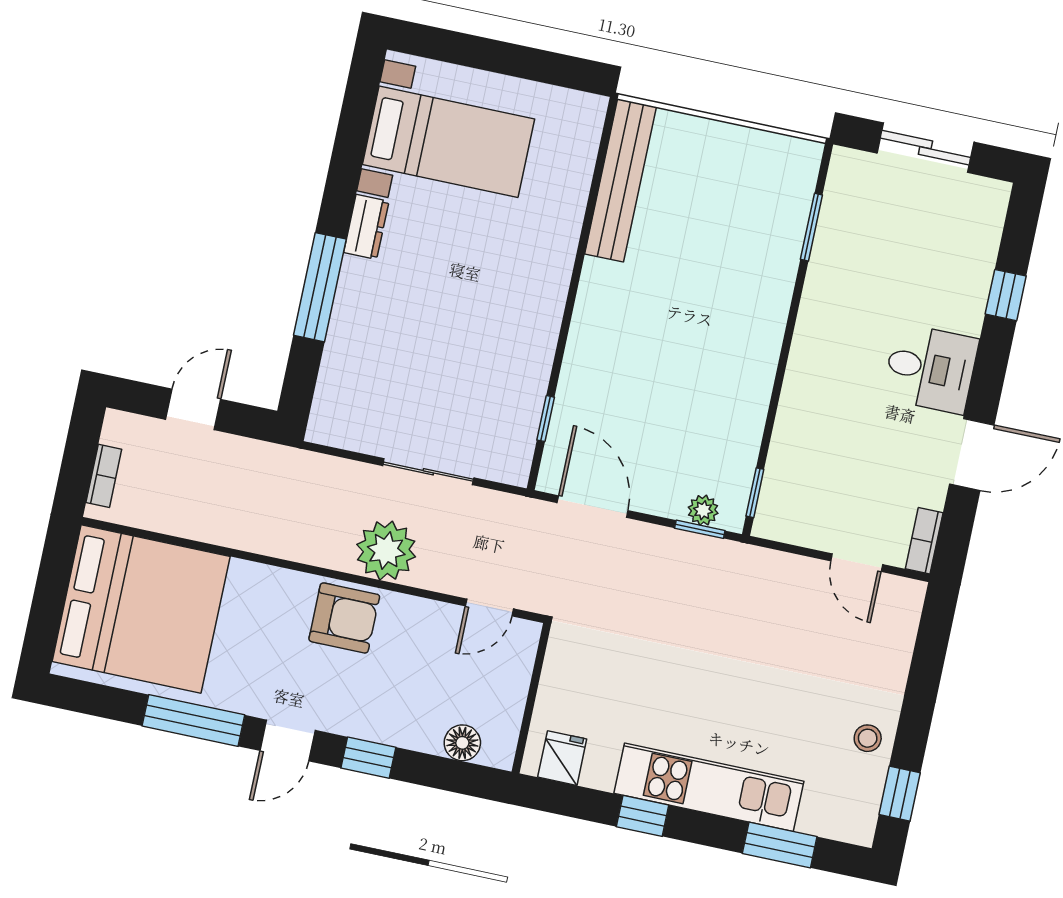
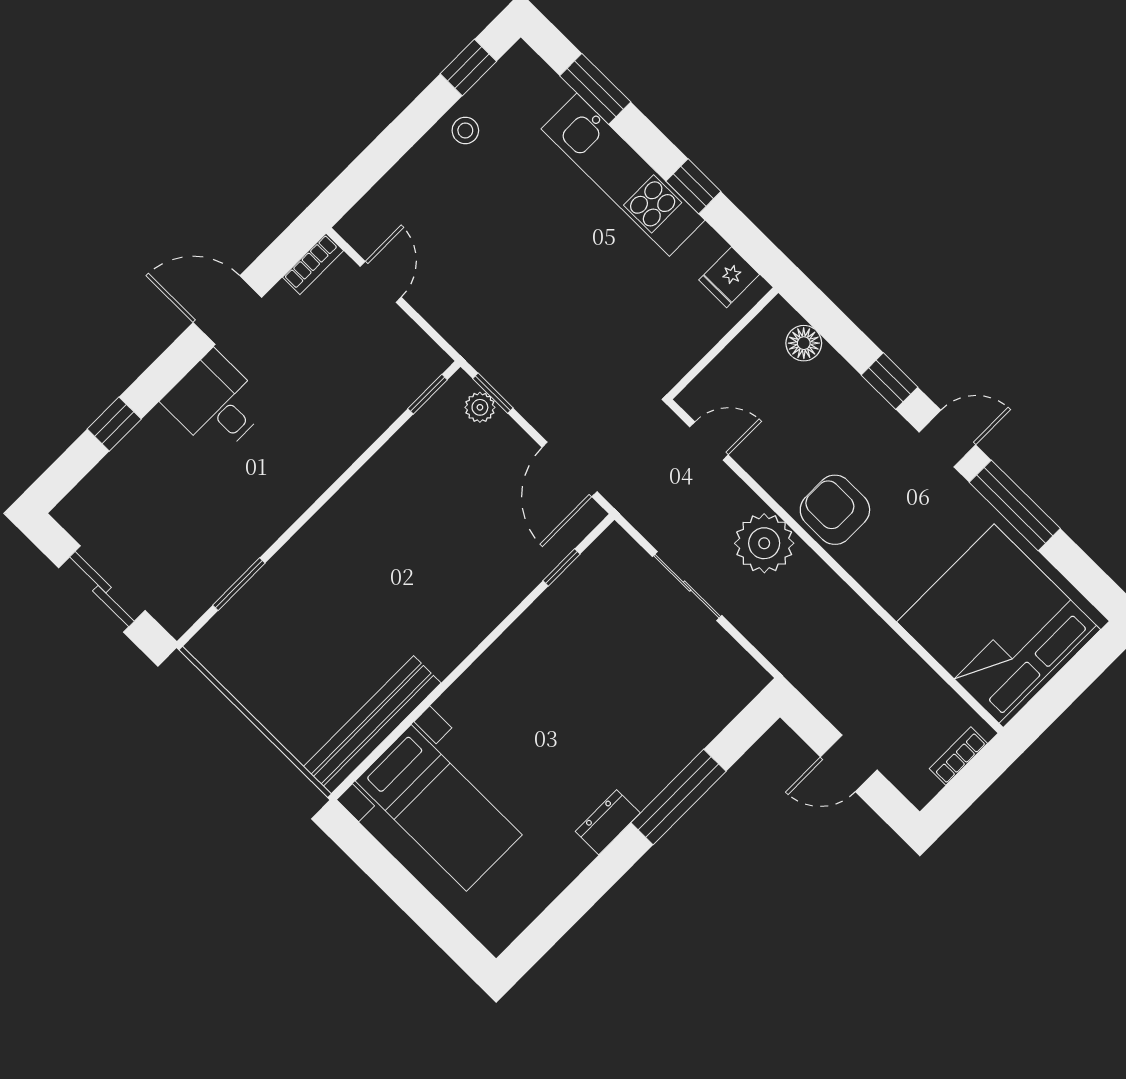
bed with nightstands: (448, 142) -> (439, 808), moved, turned 180

